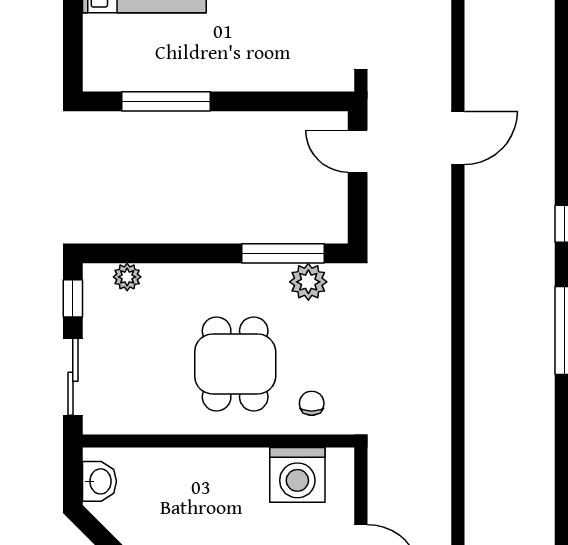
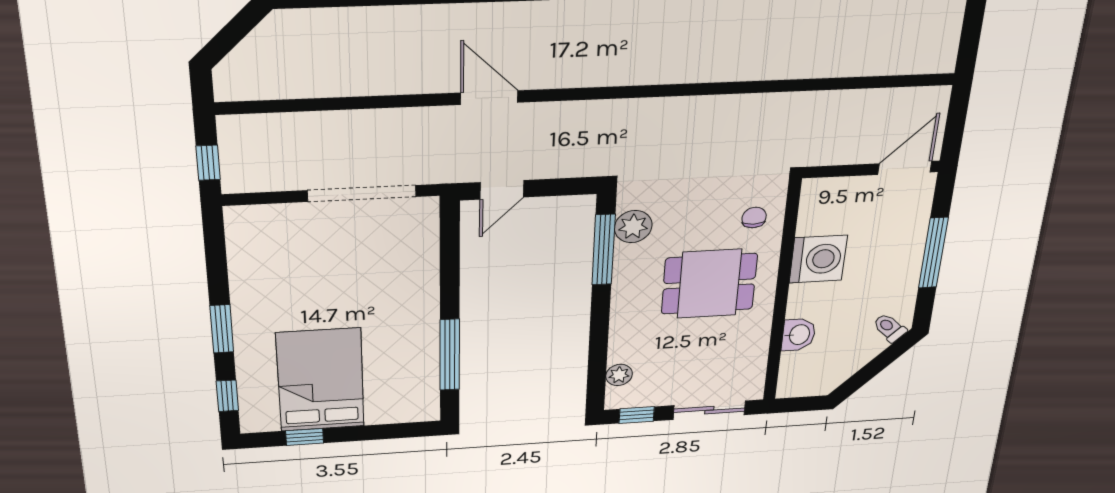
chair: (312, 403) -> (754, 218), turned 90
washing machine: (297, 475) -> (818, 259), moved
washbasin: (100, 481) -> (799, 335), moved, turned 90

